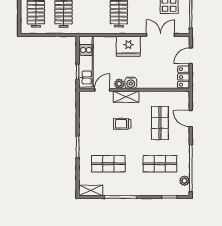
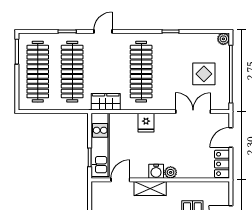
wardrobe: (90, 27) -> (106, 102), added
fridge: (128, 46) -> (146, 123), width x0.53, depth x0.75
plant: (119, 84) -> (171, 172), moved

